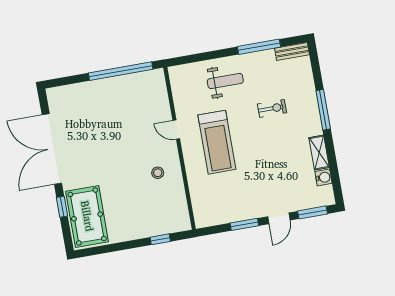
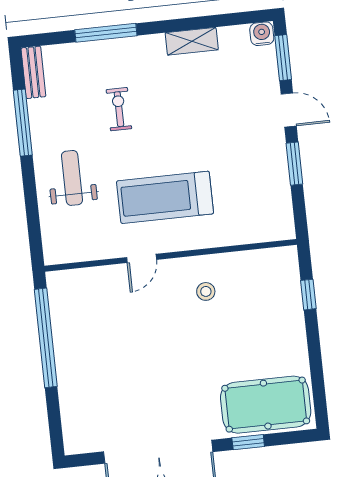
window: (323, 110) -> (106, 33), moved
treadmill: (217, 142) -> (165, 197), turned 180
water cooler: (324, 177) -> (262, 34), moved

